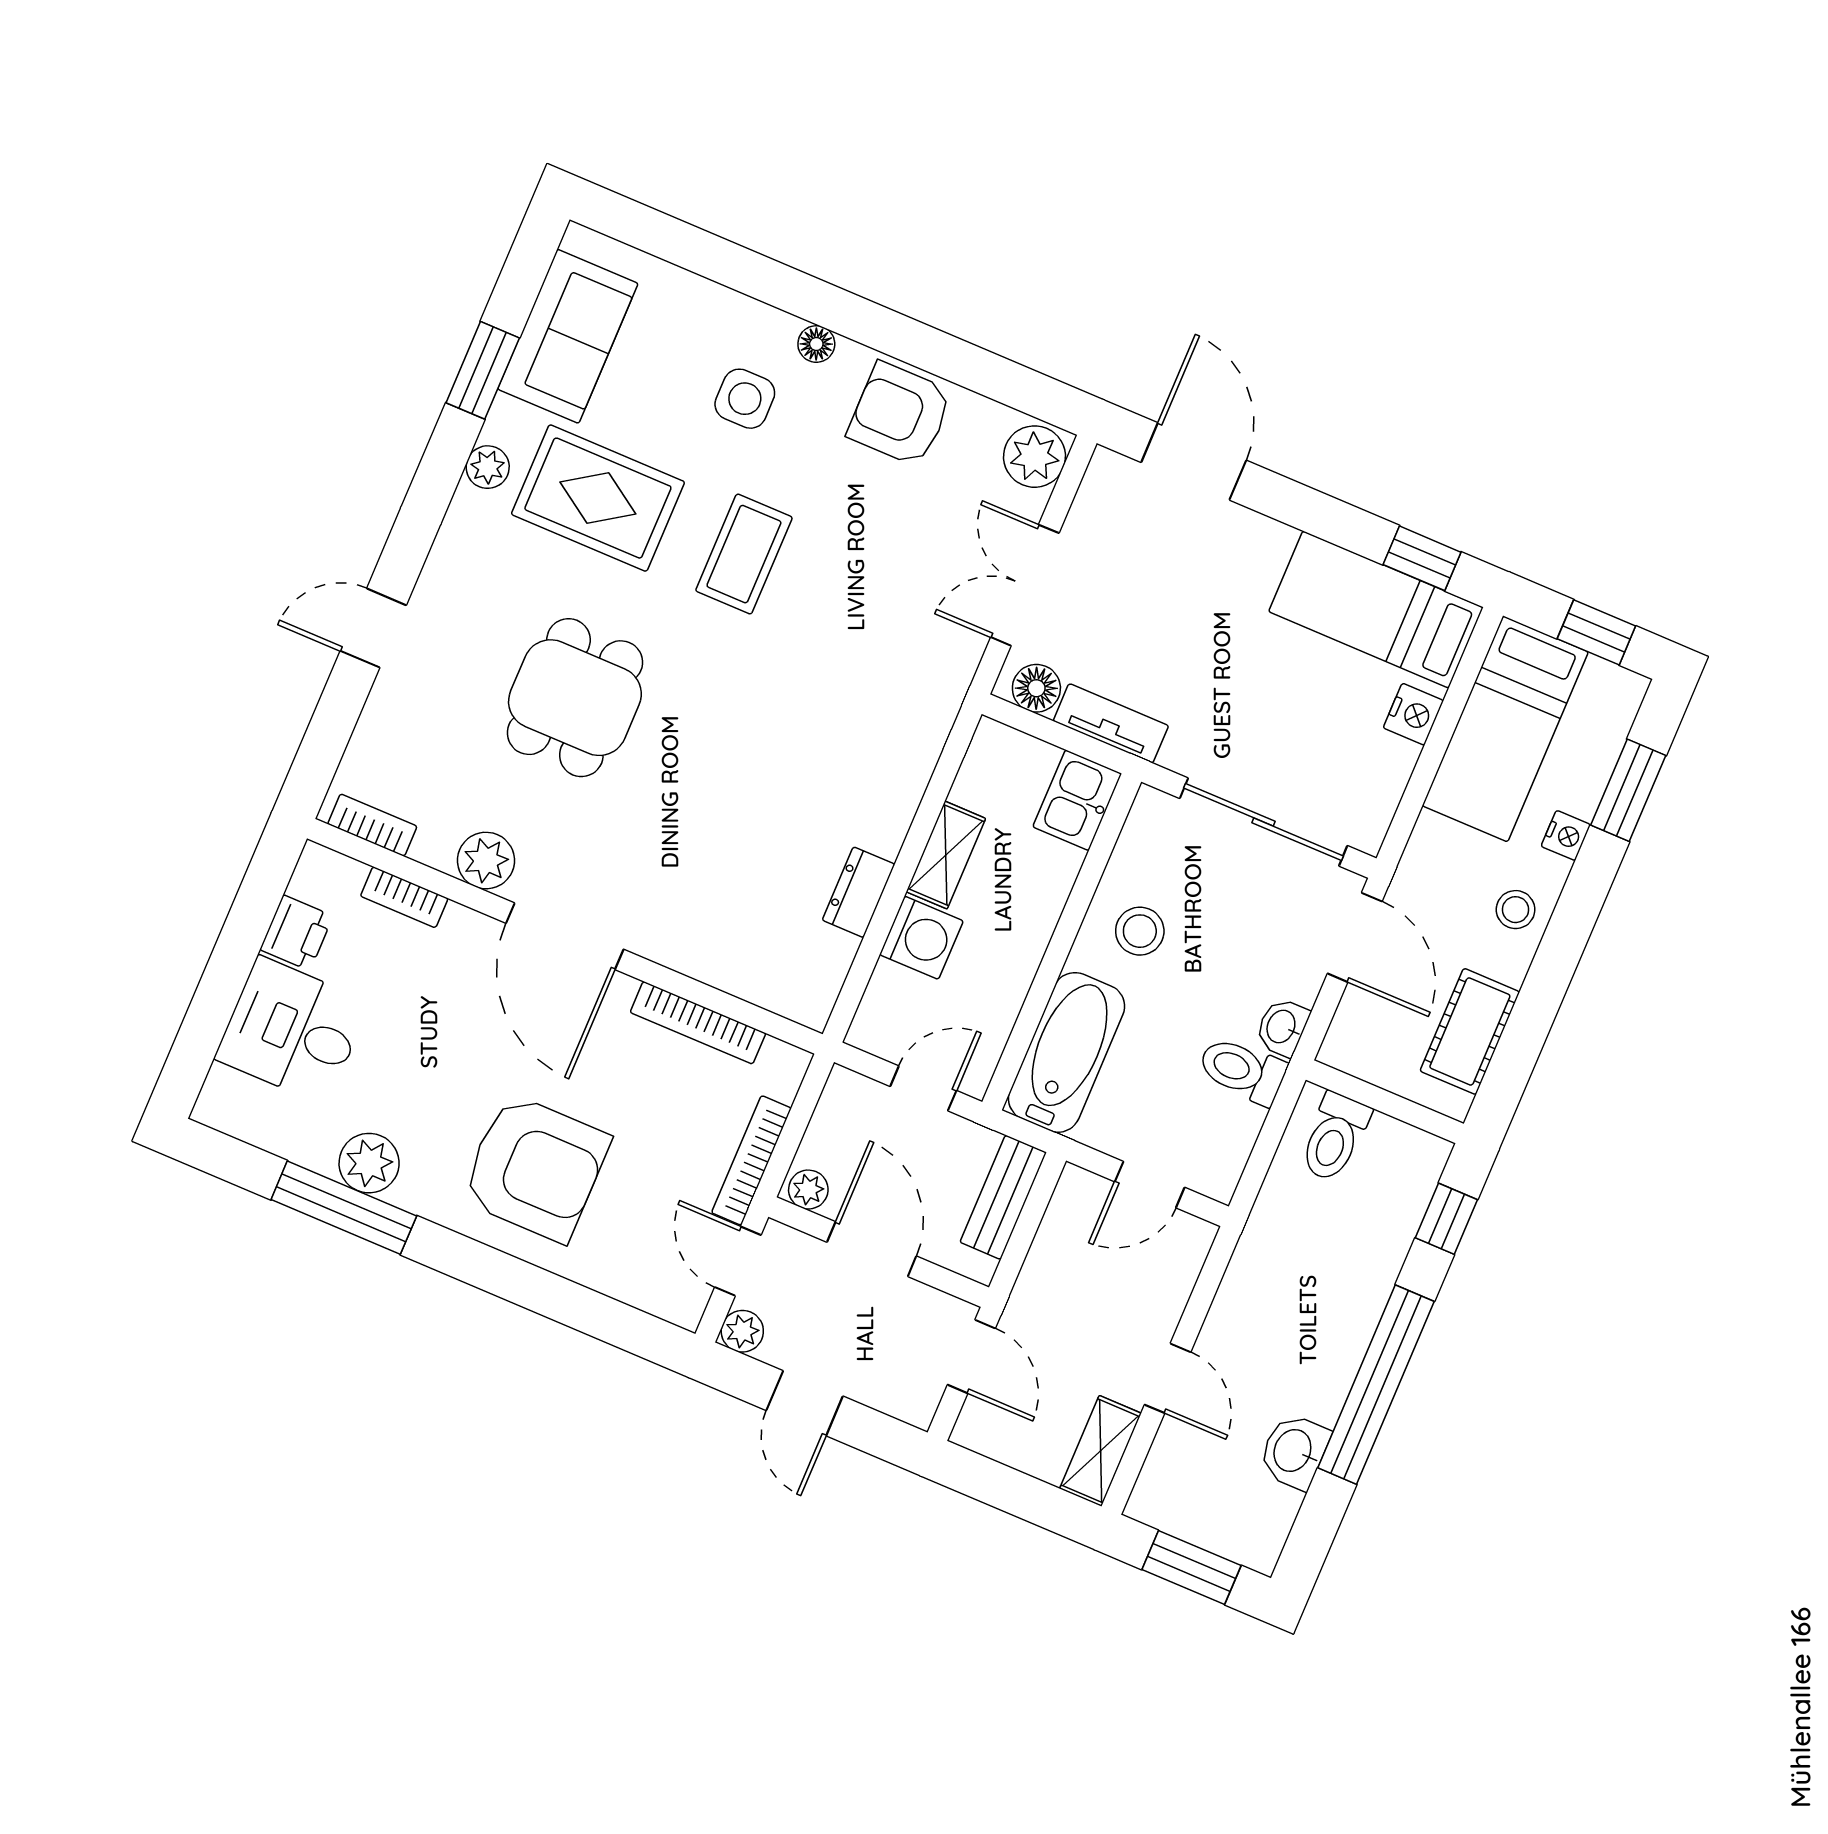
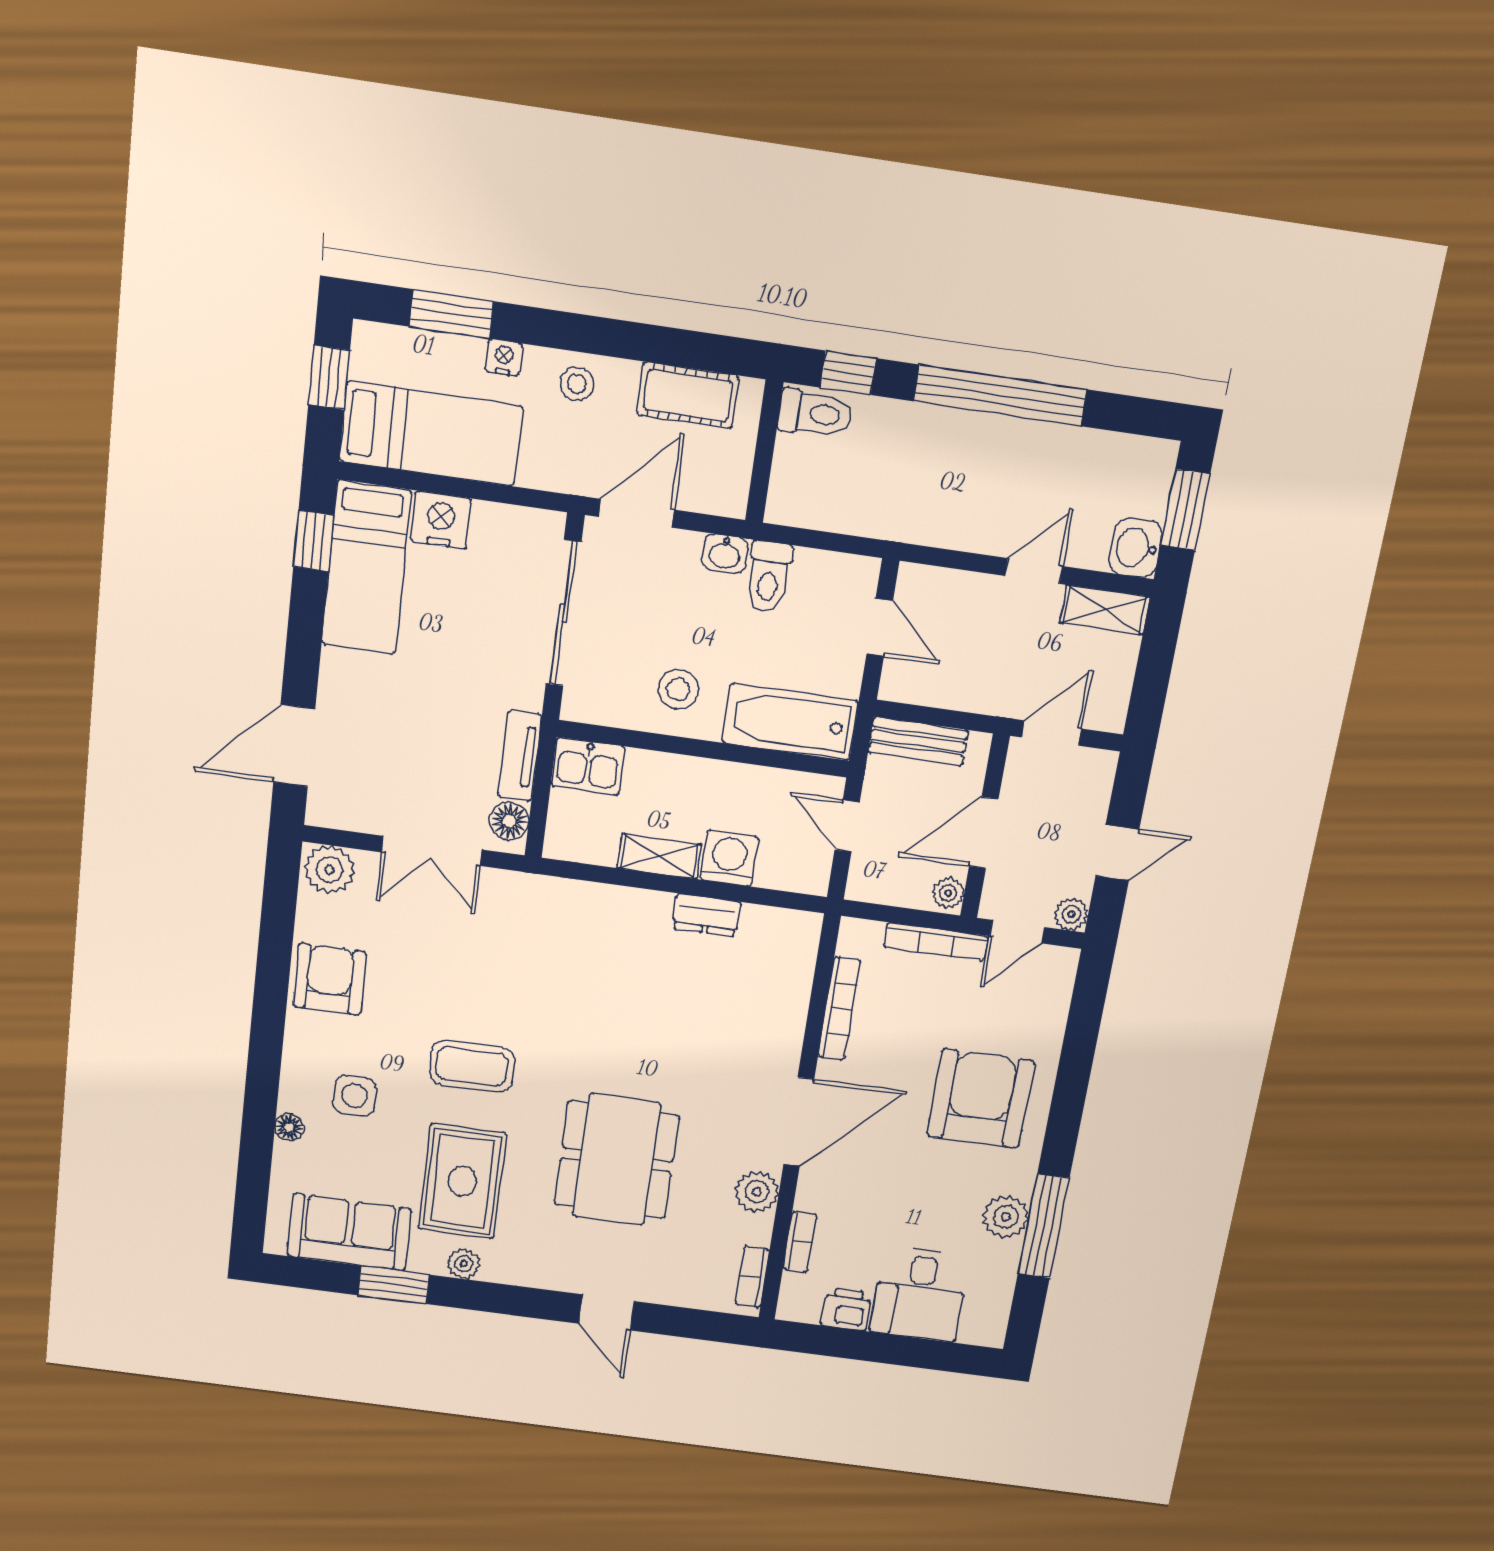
floor lamp: (816, 344) -> (289, 1127), moved
armchair: (900, 414) -> (330, 979), turned 180
dining table: (575, 698) -> (617, 1160), width x1.37
nightstand: (1413, 714) -> (441, 520), width x1.36, depth x1.33
toilet: (1334, 1137) -> (815, 413), moved
washbasin: (1294, 1451) -> (1136, 548), moved, turned 90

